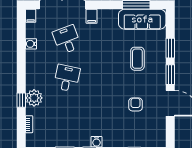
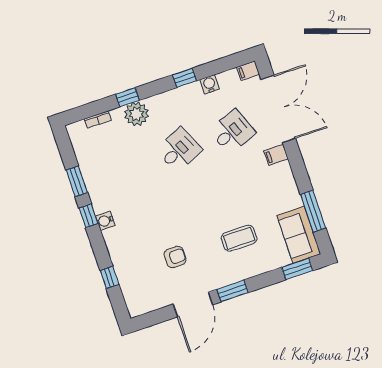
sofa: (142, 19) -> (299, 235), width x0.73
window: (170, 48) -> (297, 269), moved
window: (21, 59) -> (185, 78), added
desk: (67, 78) -> (179, 150), turned -36

